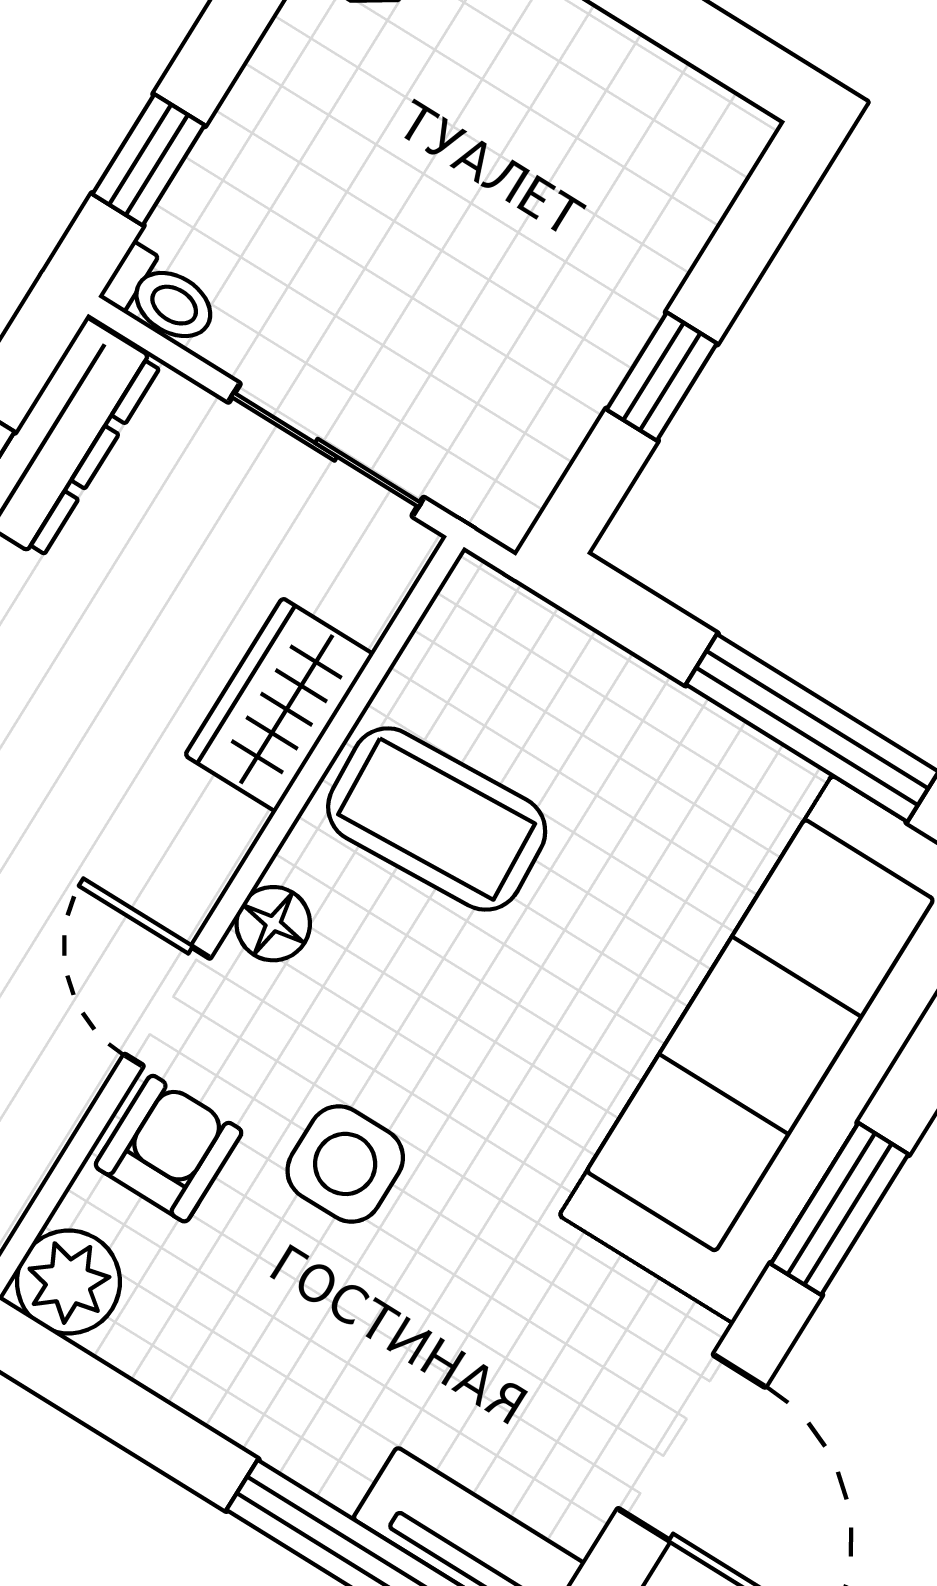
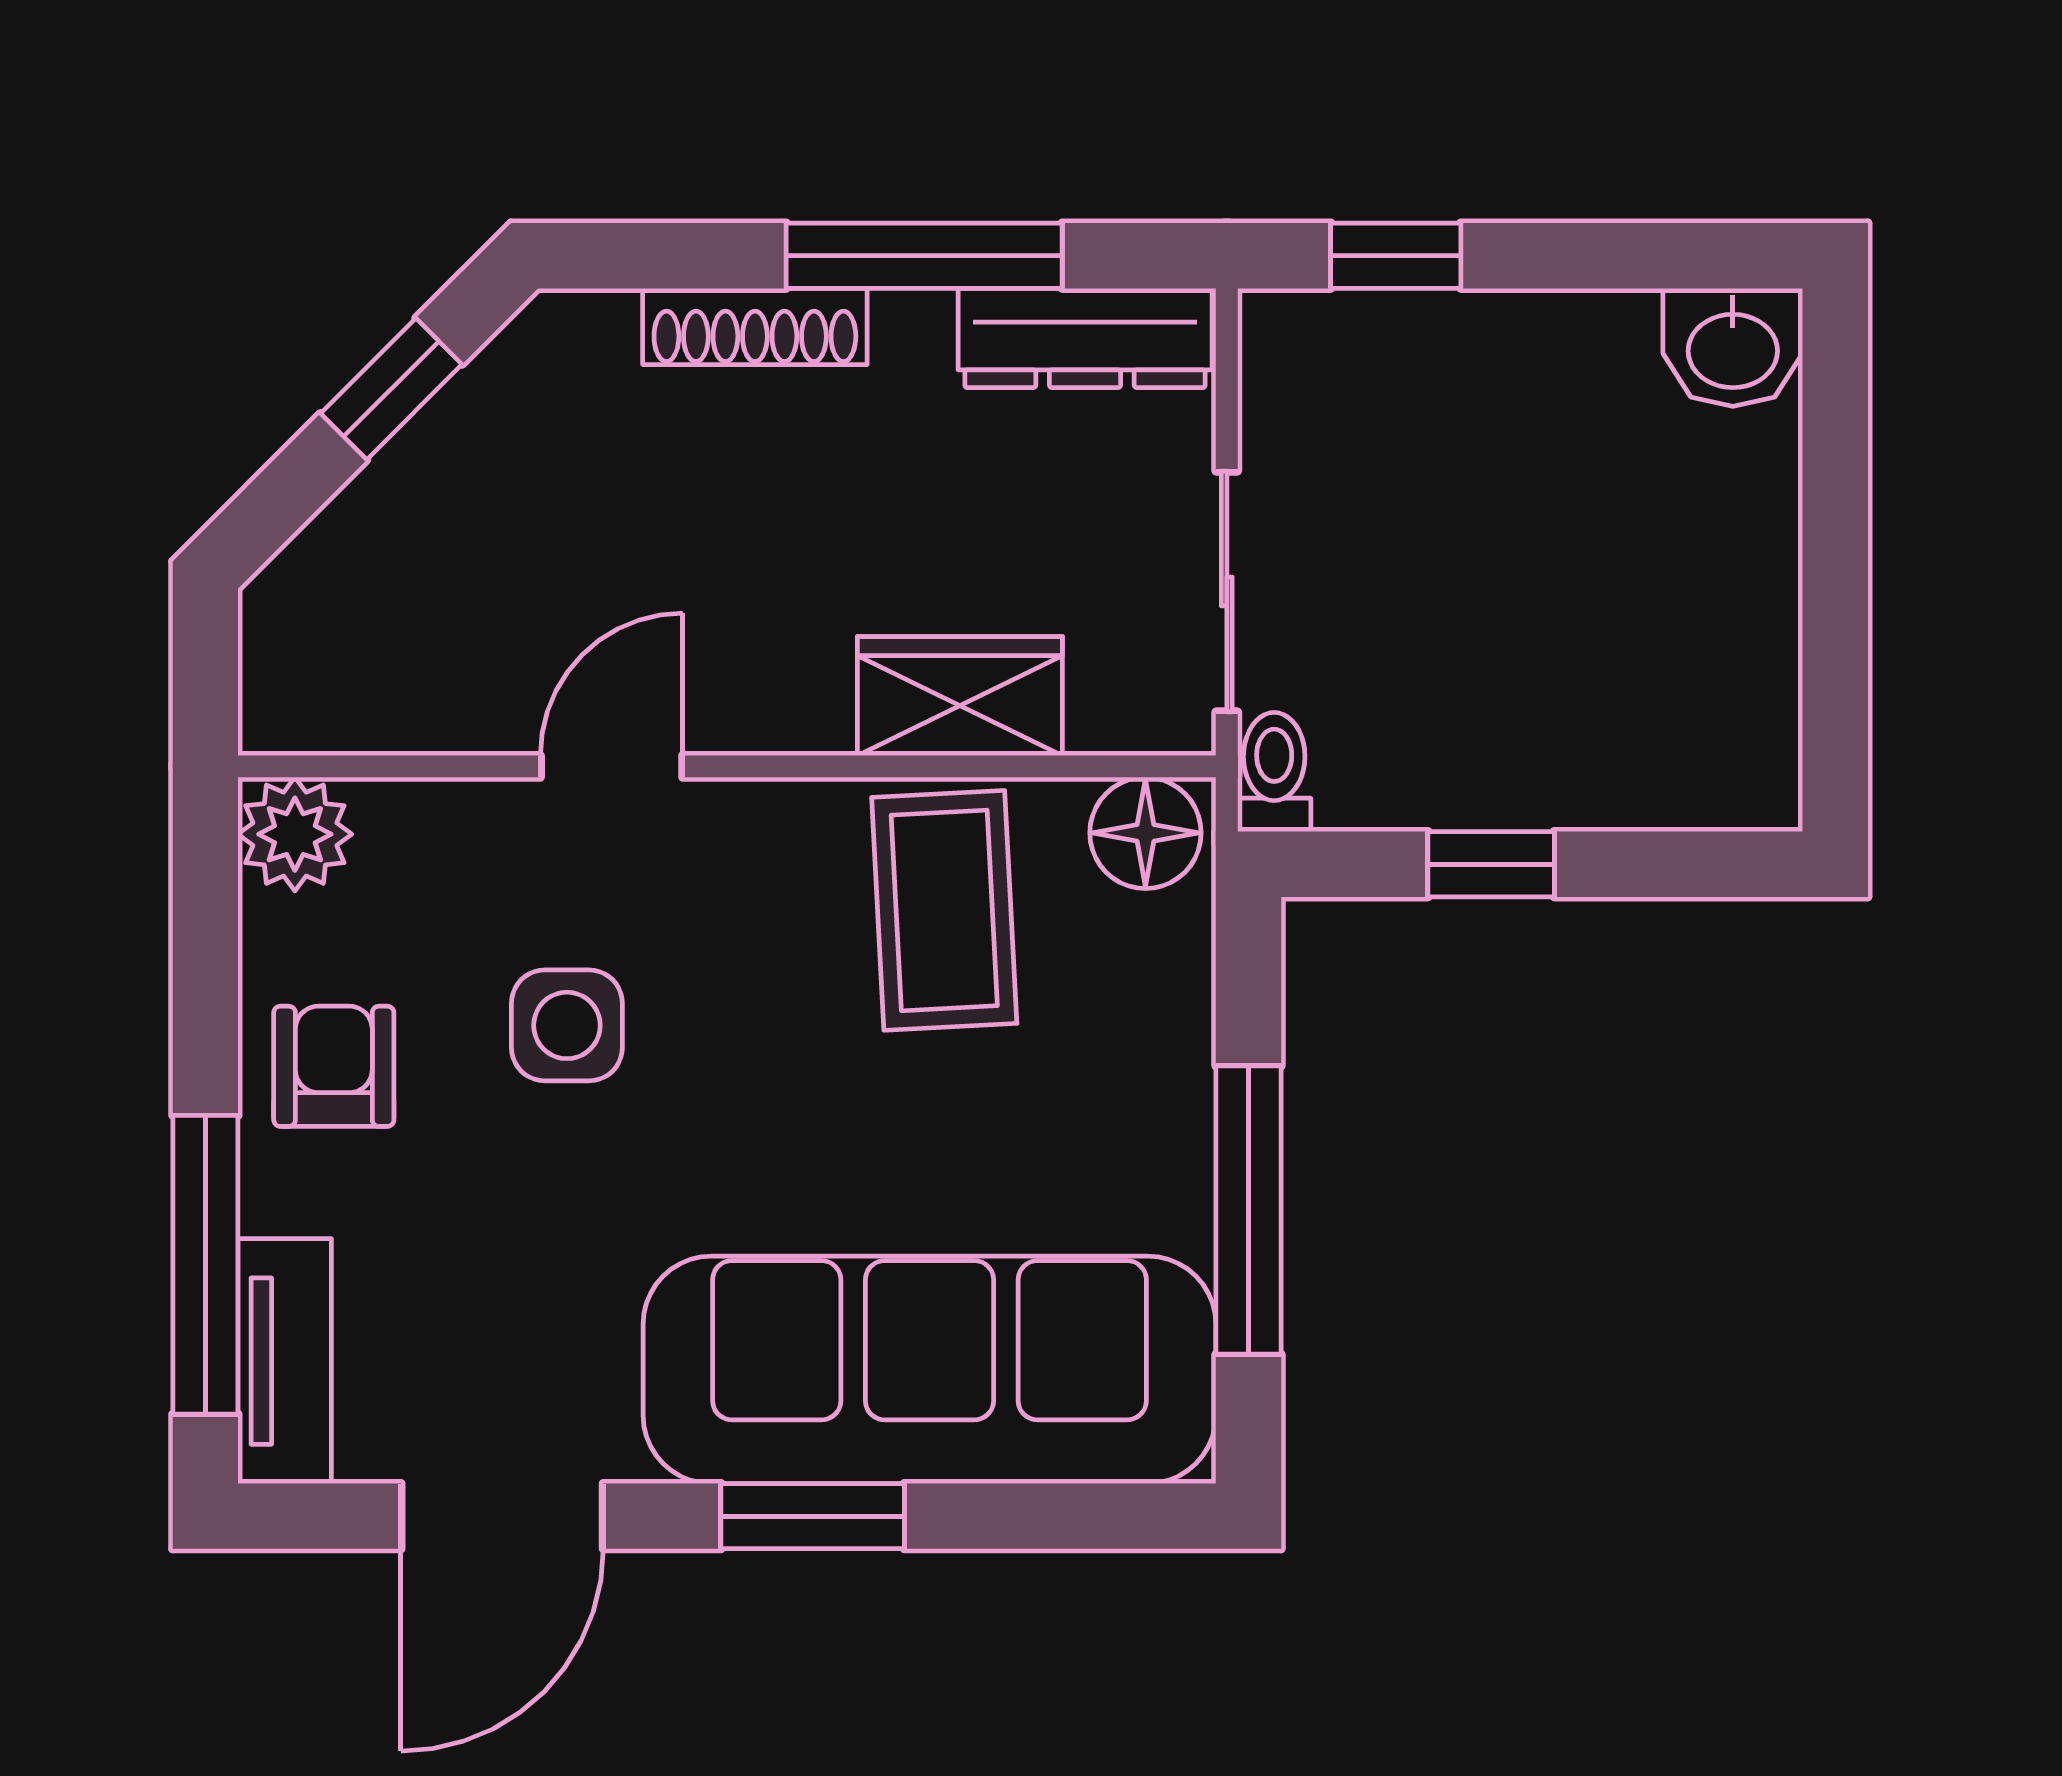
toilet: (161, 297) -> (1274, 772), moved, turned 180
floor lamp: (273, 924) -> (1145, 833), moved, width x1.37, depth x1.37
armchair: (169, 1149) -> (334, 1066), moved, turned -90

